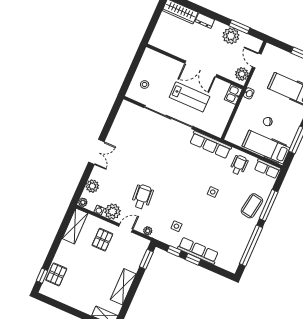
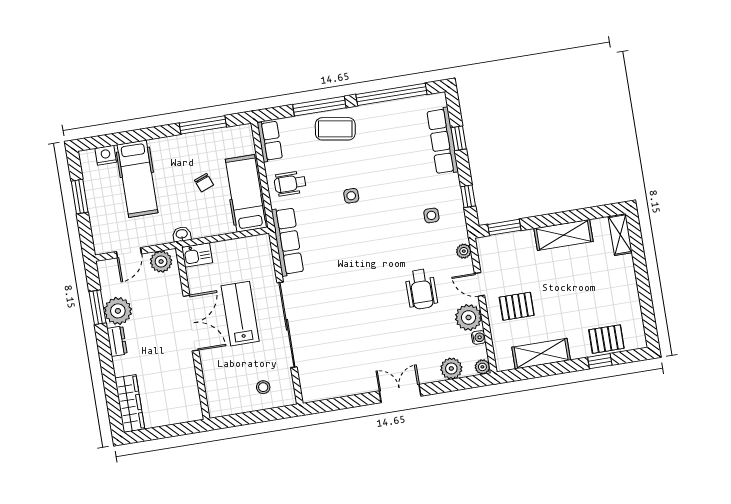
dresser: (205, 21) -> (117, 341), moved
hospital bed: (266, 147) -> (246, 193), moved, turned 180
wheelchair: (142, 197) -> (421, 289), turned -86
shelving: (75, 226) -> (541, 354), moved
row of seats: (198, 251) -> (443, 141), moved
window: (193, 259) -> (459, 138), moved
window: (42, 276) -> (600, 361), moved

